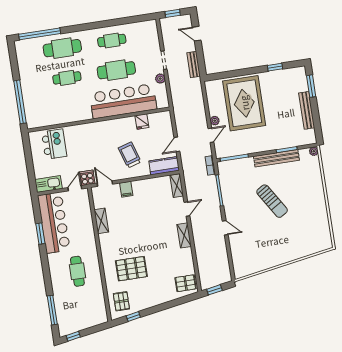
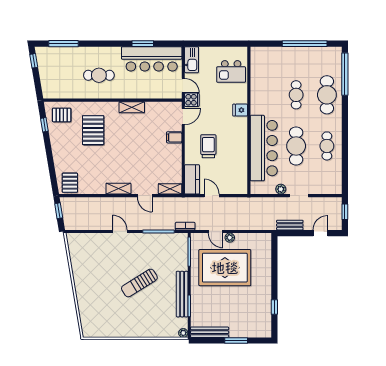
window: (311, 86) -> (236, 341), moved
window: (20, 102) -> (305, 44), moved
rug: (244, 103) -> (225, 268), moved
bench: (307, 110) -> (210, 332), moved
fridge: (142, 122) -> (240, 110), moved
trolley: (130, 155) -> (208, 146), turned -73
shelving: (101, 221) -> (132, 107), moved
door: (225, 228) -> (120, 231), swing flipped

